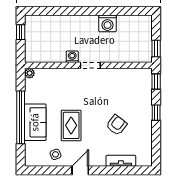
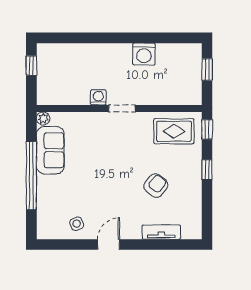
window: (156, 49) -> (207, 69), moved
sofa: (35, 122) -> (50, 150), moved
rug: (71, 125) -> (174, 131), moved, turned 90

